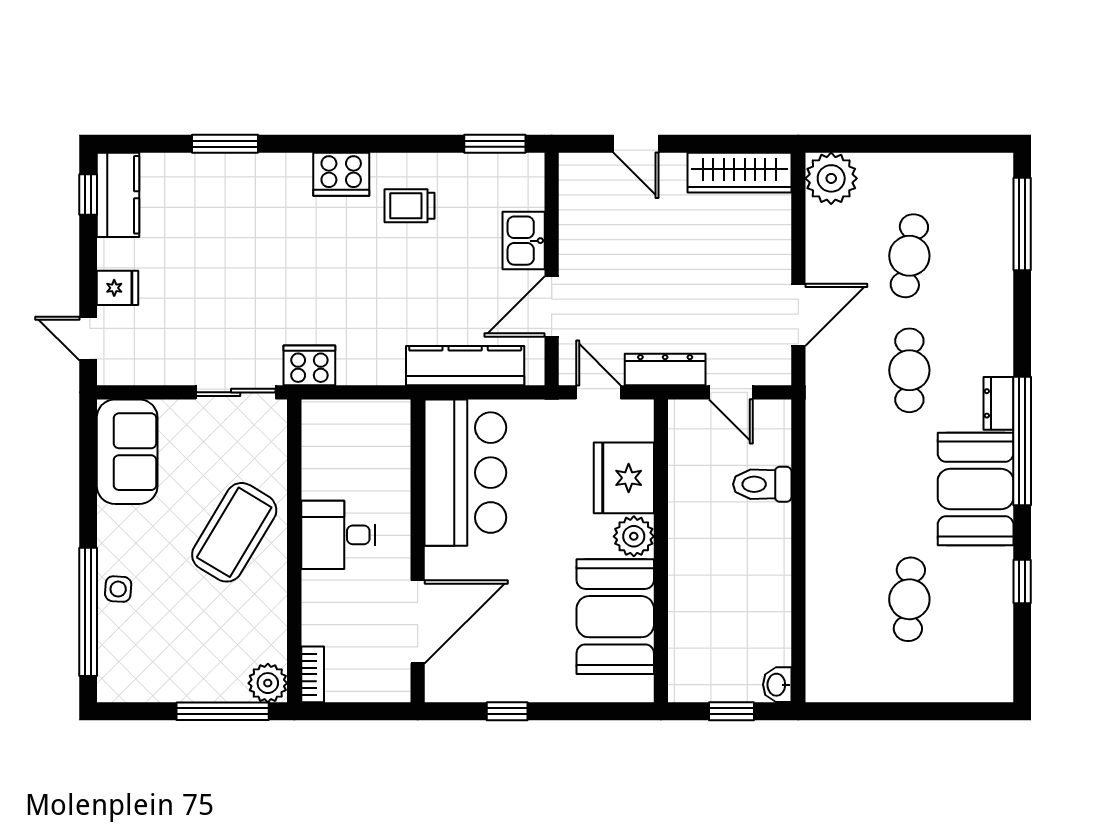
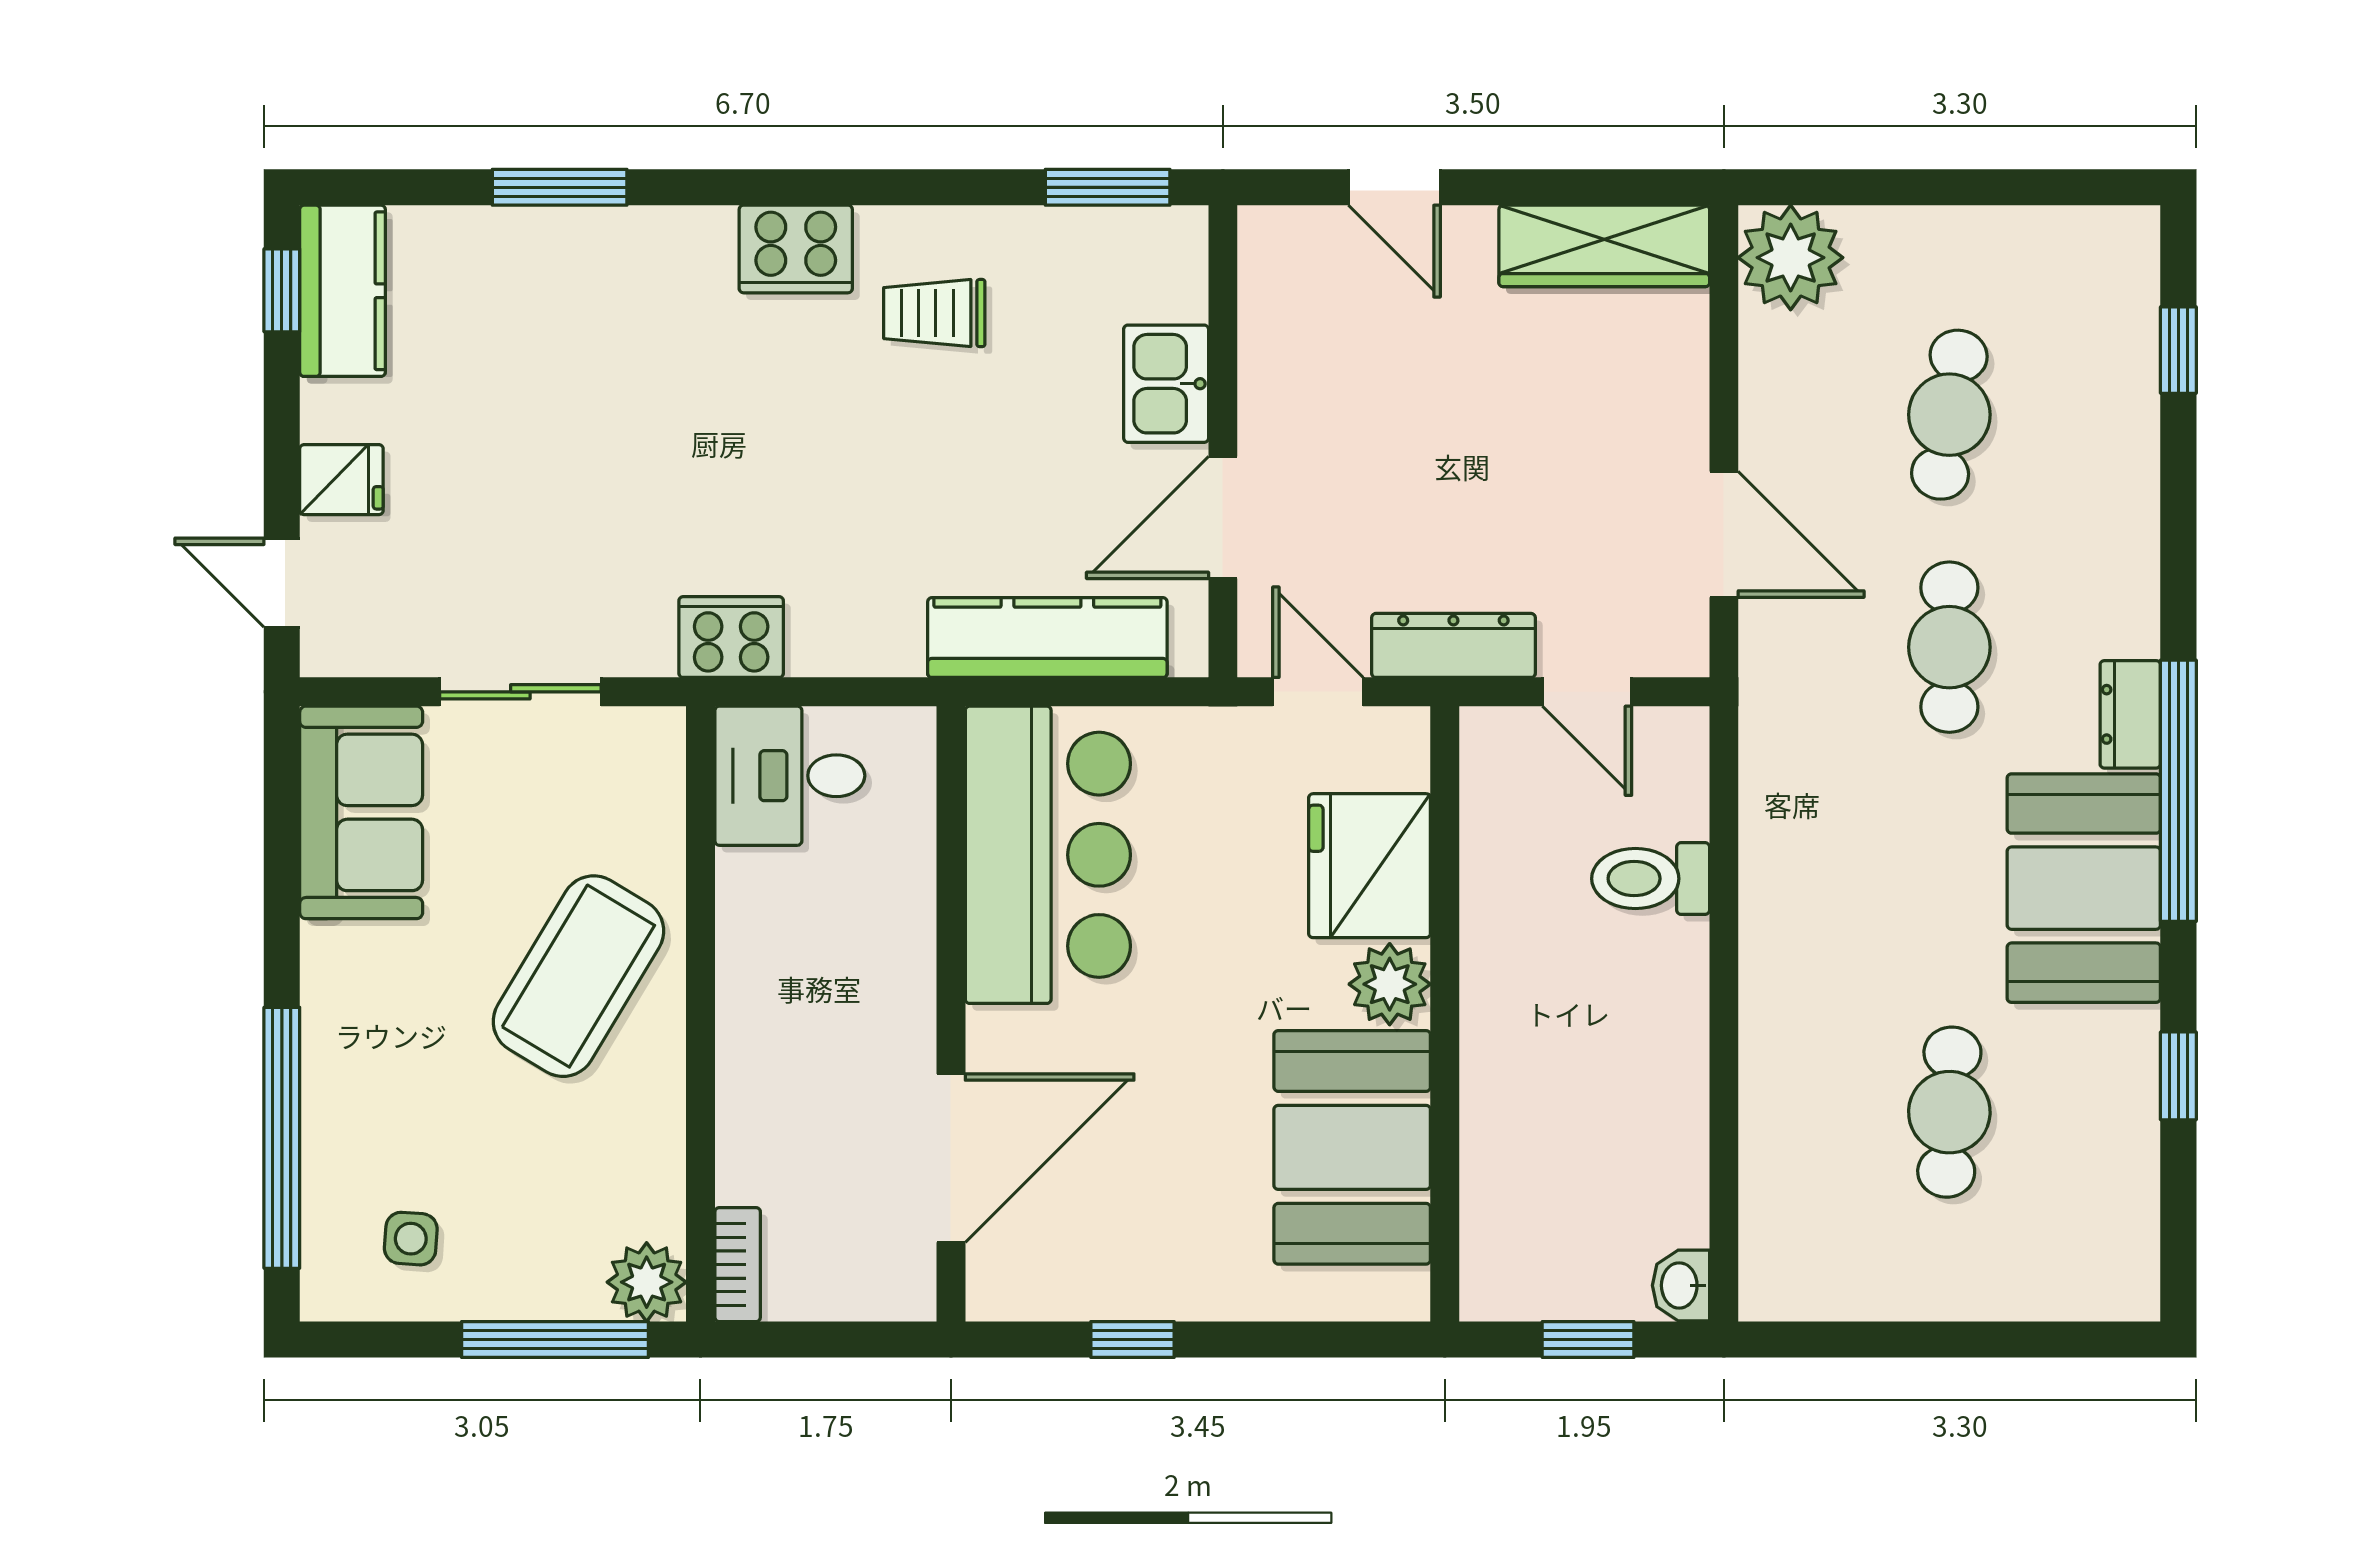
window: (1022, 224) -> (2178, 350), width x0.46
door: (798, 315) -> (1724, 534), hinge flipped
sliding door: (236, 392) -> (520, 692), moved
desk: (338, 535) -> (790, 776), moved
side table: (118, 589) -> (411, 1239), moved

